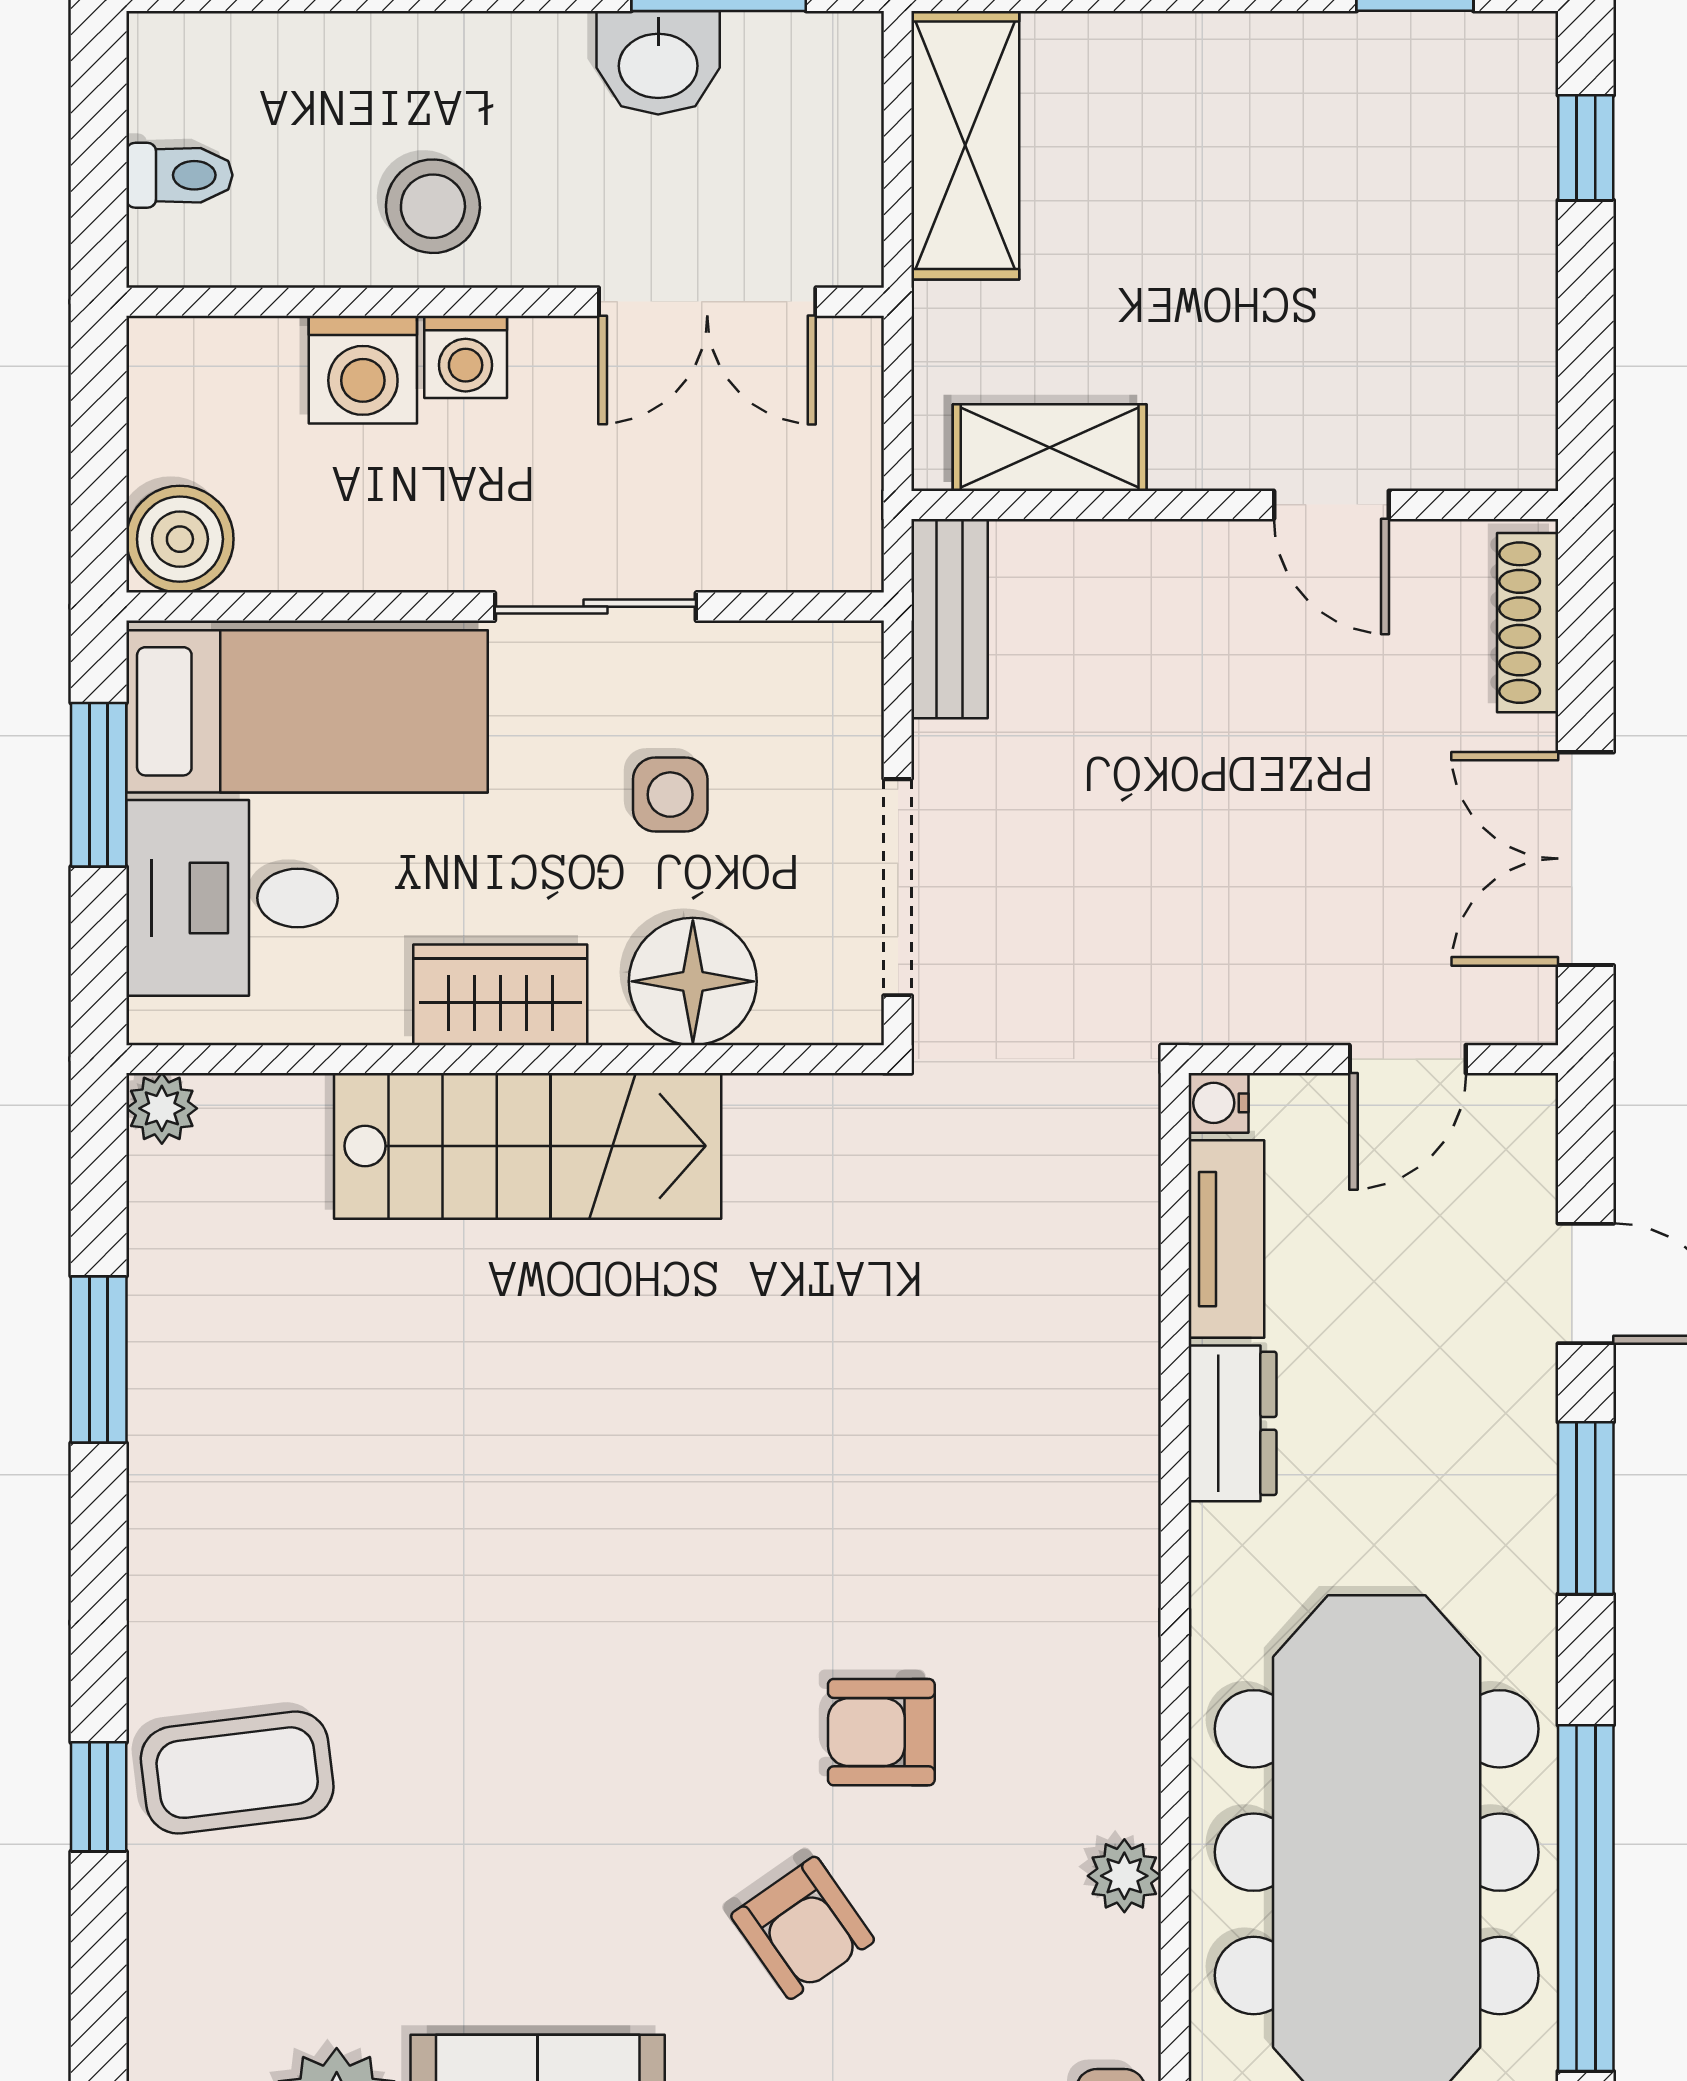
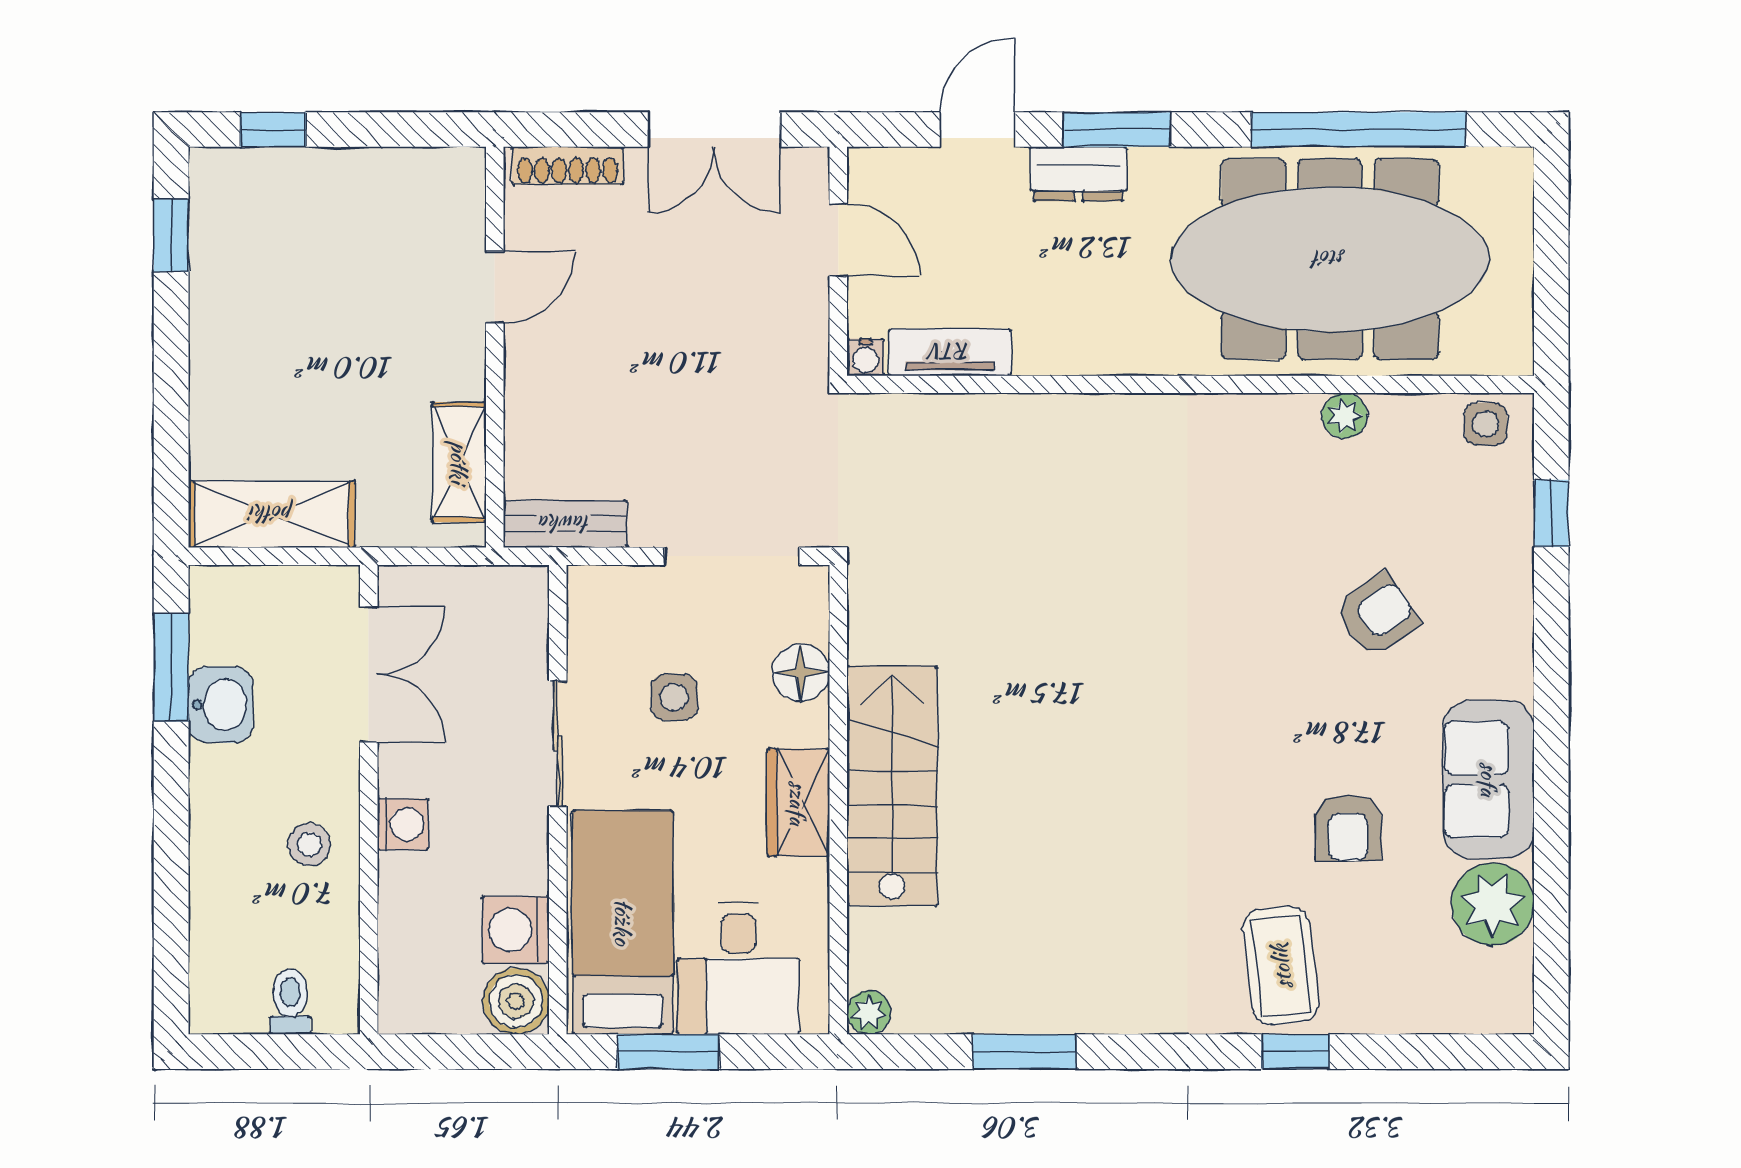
stool: (433, 206) -> (309, 844), width x0.73, depth x0.73
washing machine: (363, 370) -> (516, 930), moved, turned 180
floor lamp: (693, 981) -> (801, 672), width x0.73, depth x0.73
dresser: (1232, 1423) -> (1078, 174), moved, turned 180
armchair: (881, 1732) -> (1348, 828), moved

